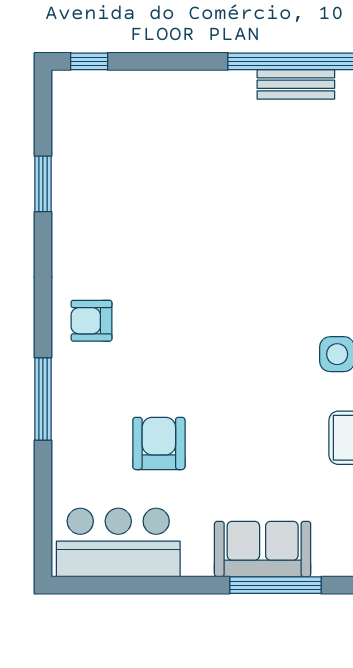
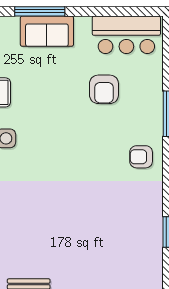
armchair: (91, 321) -> (141, 157), turned 180

